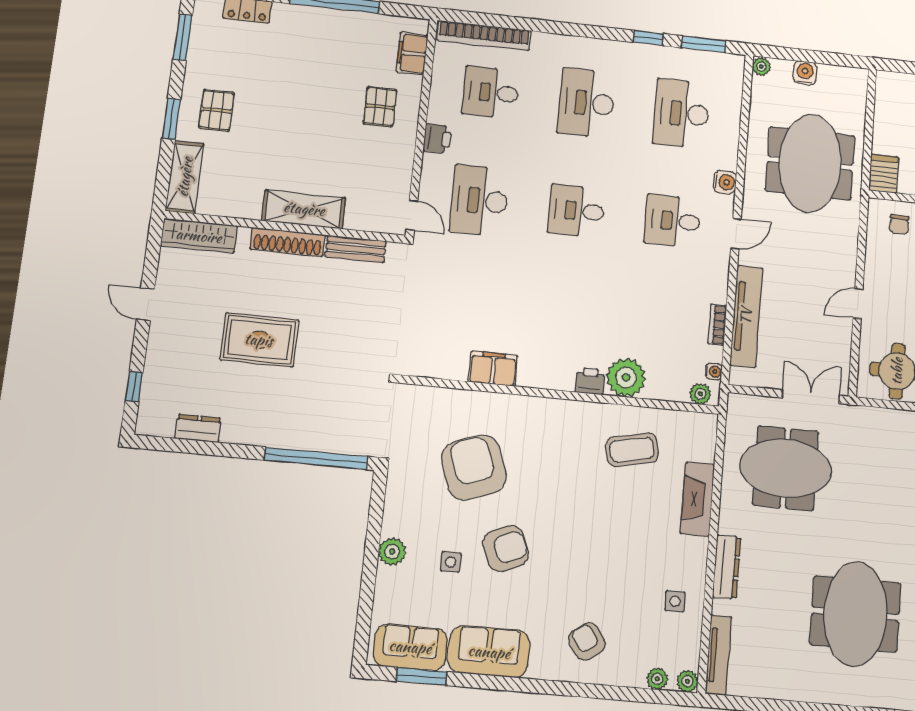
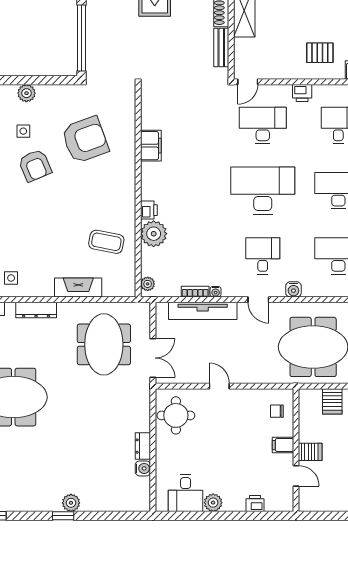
server rack: (884, 174) -> (332, 401), moved, turned 90
desk: (576, 211) -> (263, 191), width x1.87, depth x1.30
water cooler: (714, 371) -> (216, 292), moved
coffee table: (632, 450) -> (106, 242), turned -67

